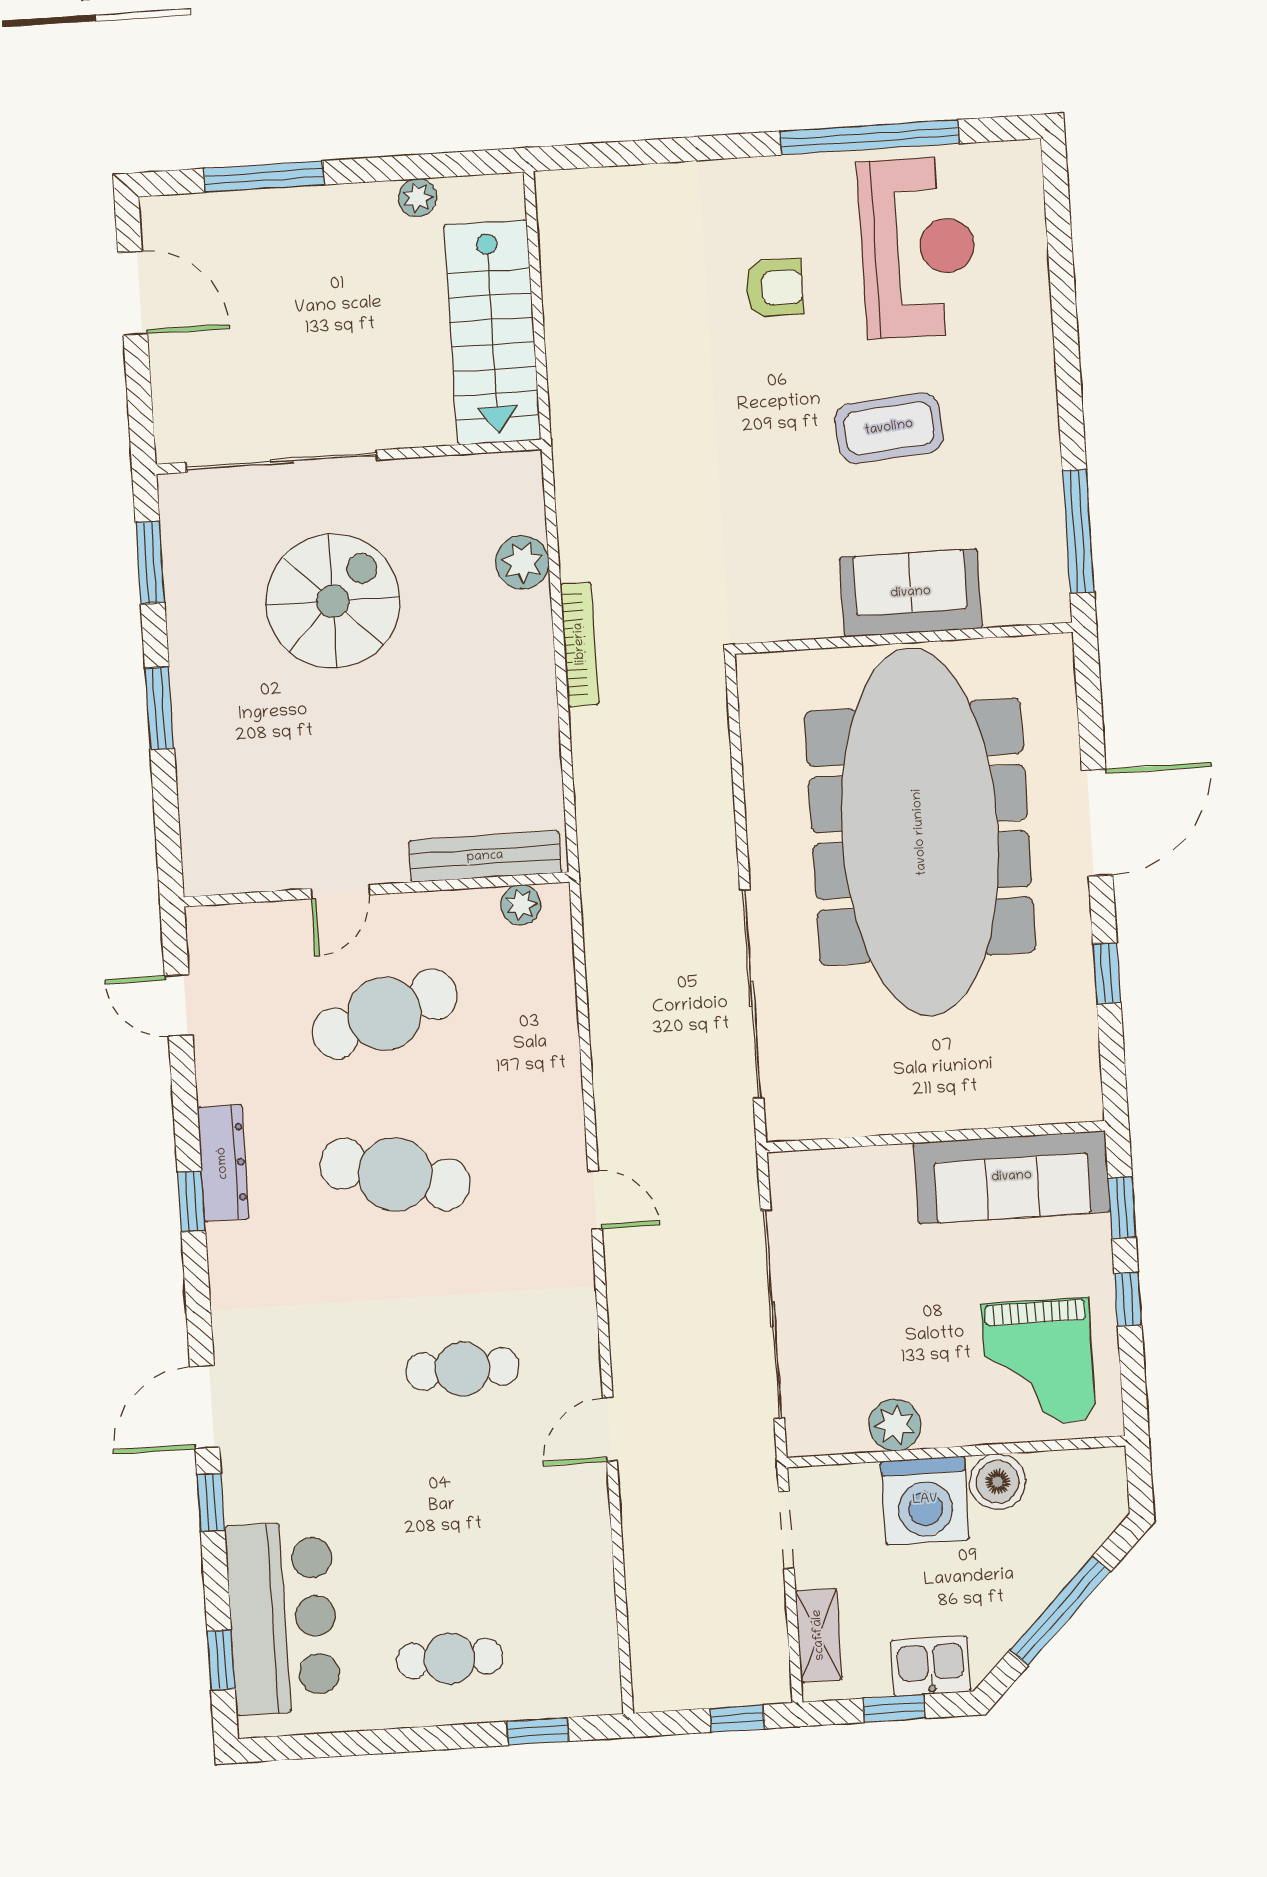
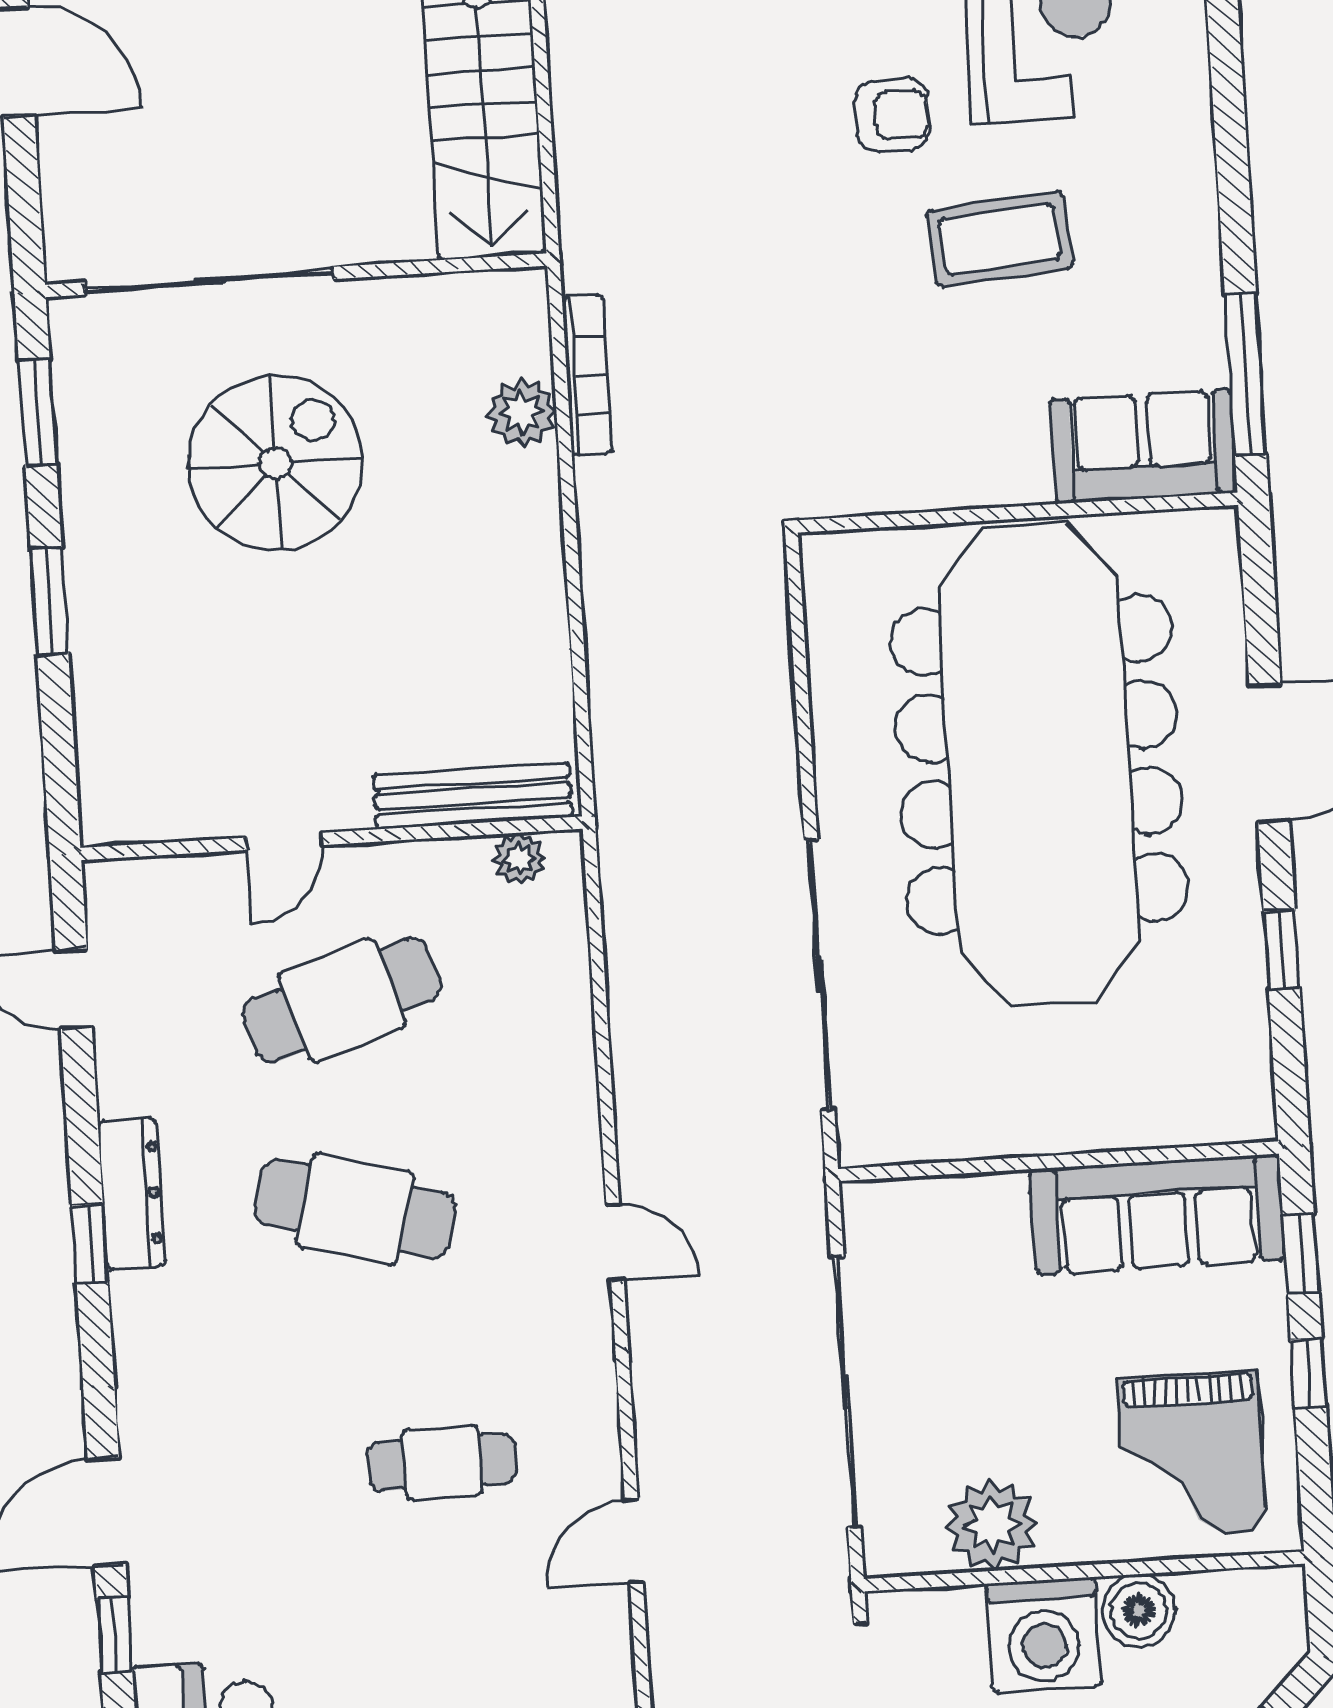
armchair: (774, 288) -> (892, 115), moved
sofa: (911, 593) -> (1143, 446), moved
bookcase: (580, 644) -> (587, 375), moved
plant: (895, 1425) -> (992, 1525), width x1.36, depth x1.36

